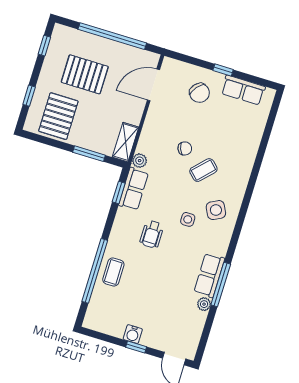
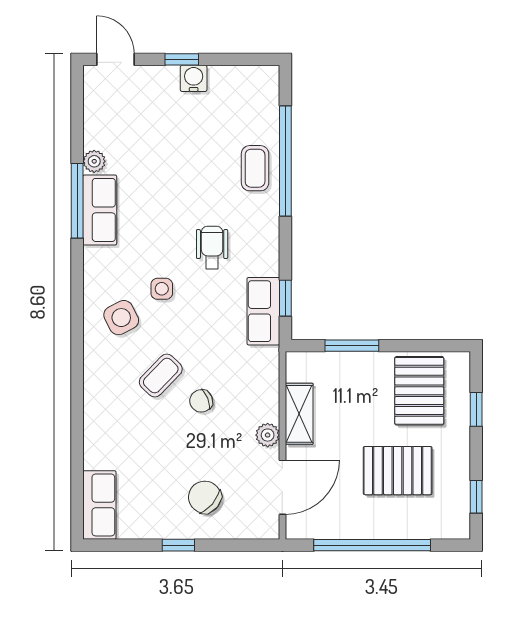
row of seats: (243, 90) -> (99, 505), moved, turned 90
shelving: (125, 142) -> (299, 414), moved
plant: (140, 161) -> (268, 435), moved

